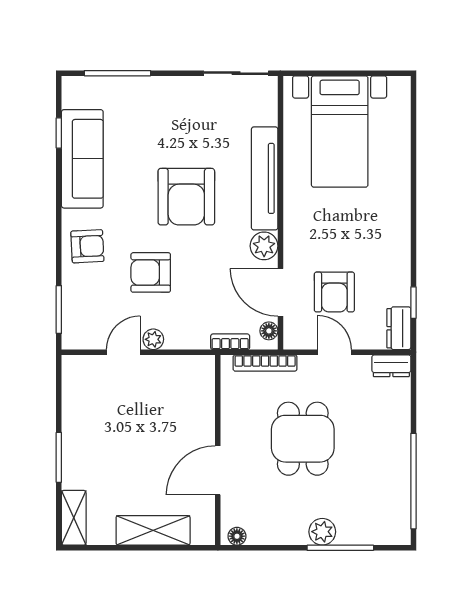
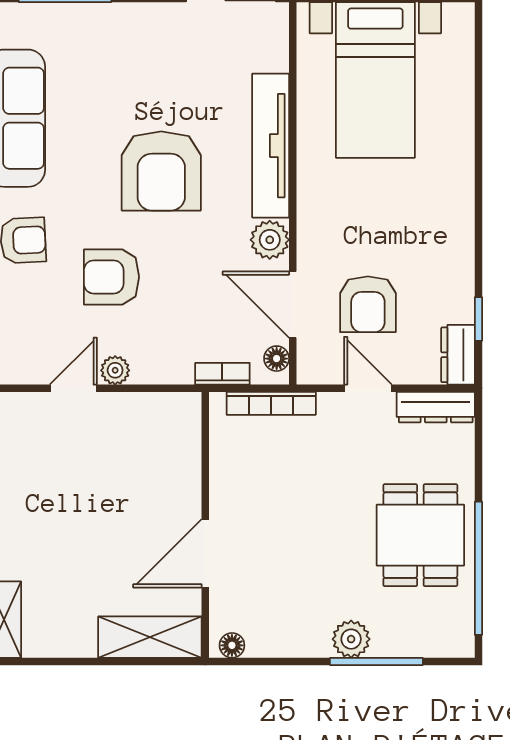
dresser: (391, 366) -> (436, 407), width x1.44
dining table: (303, 439) -> (420, 535), moved
shelving: (153, 530) -> (150, 637), moved

